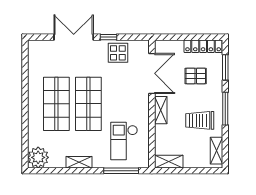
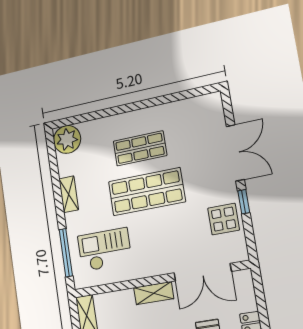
shop shelf: (56, 104) -> (140, 148), width x0.70, depth x0.74

